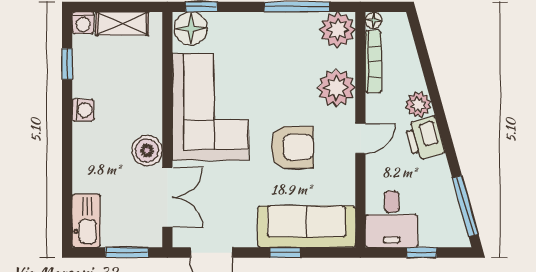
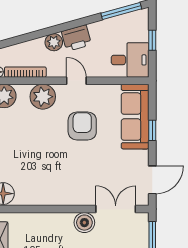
corner sofa: (210, 107) -> (55, 181), removed

